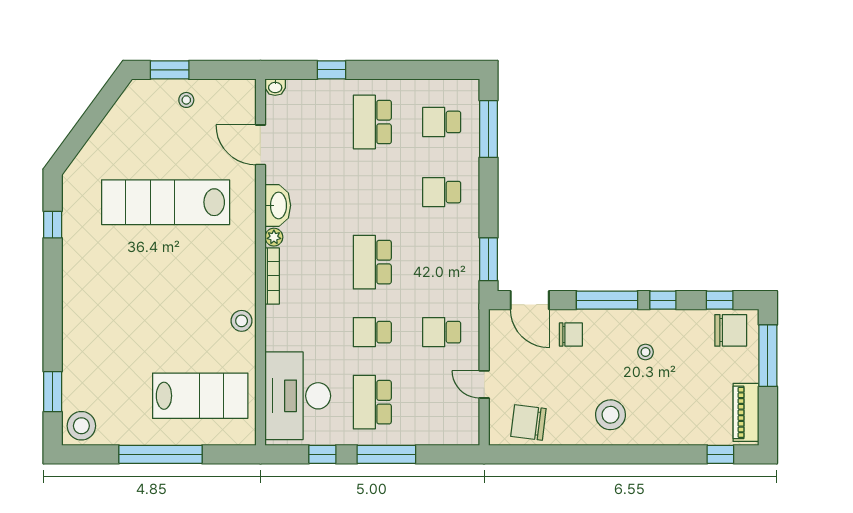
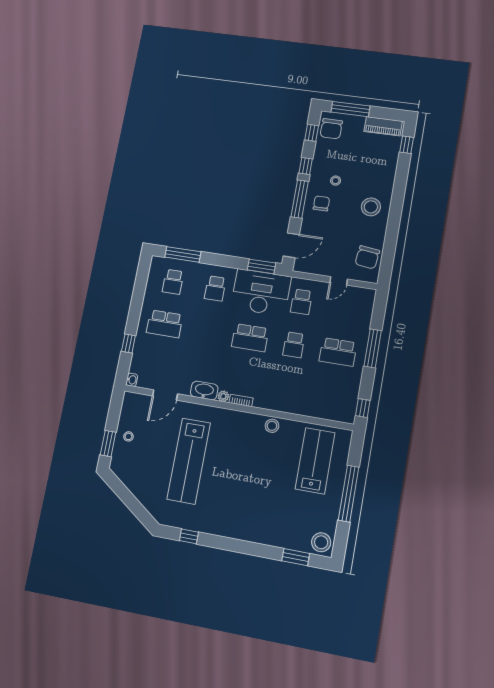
bookcase: (272, 276) -> (241, 400), width x0.64
chair: (731, 330) -> (331, 129), turned 180
chair: (571, 335) -> (321, 203), moved
desk: (298, 396) -> (261, 292), moved, turned 180
window: (322, 454) -> (363, 408), moved

